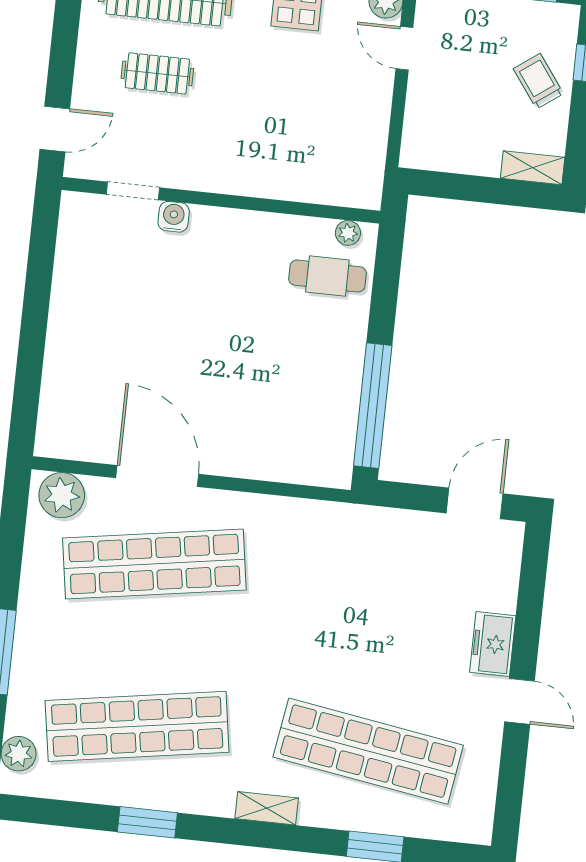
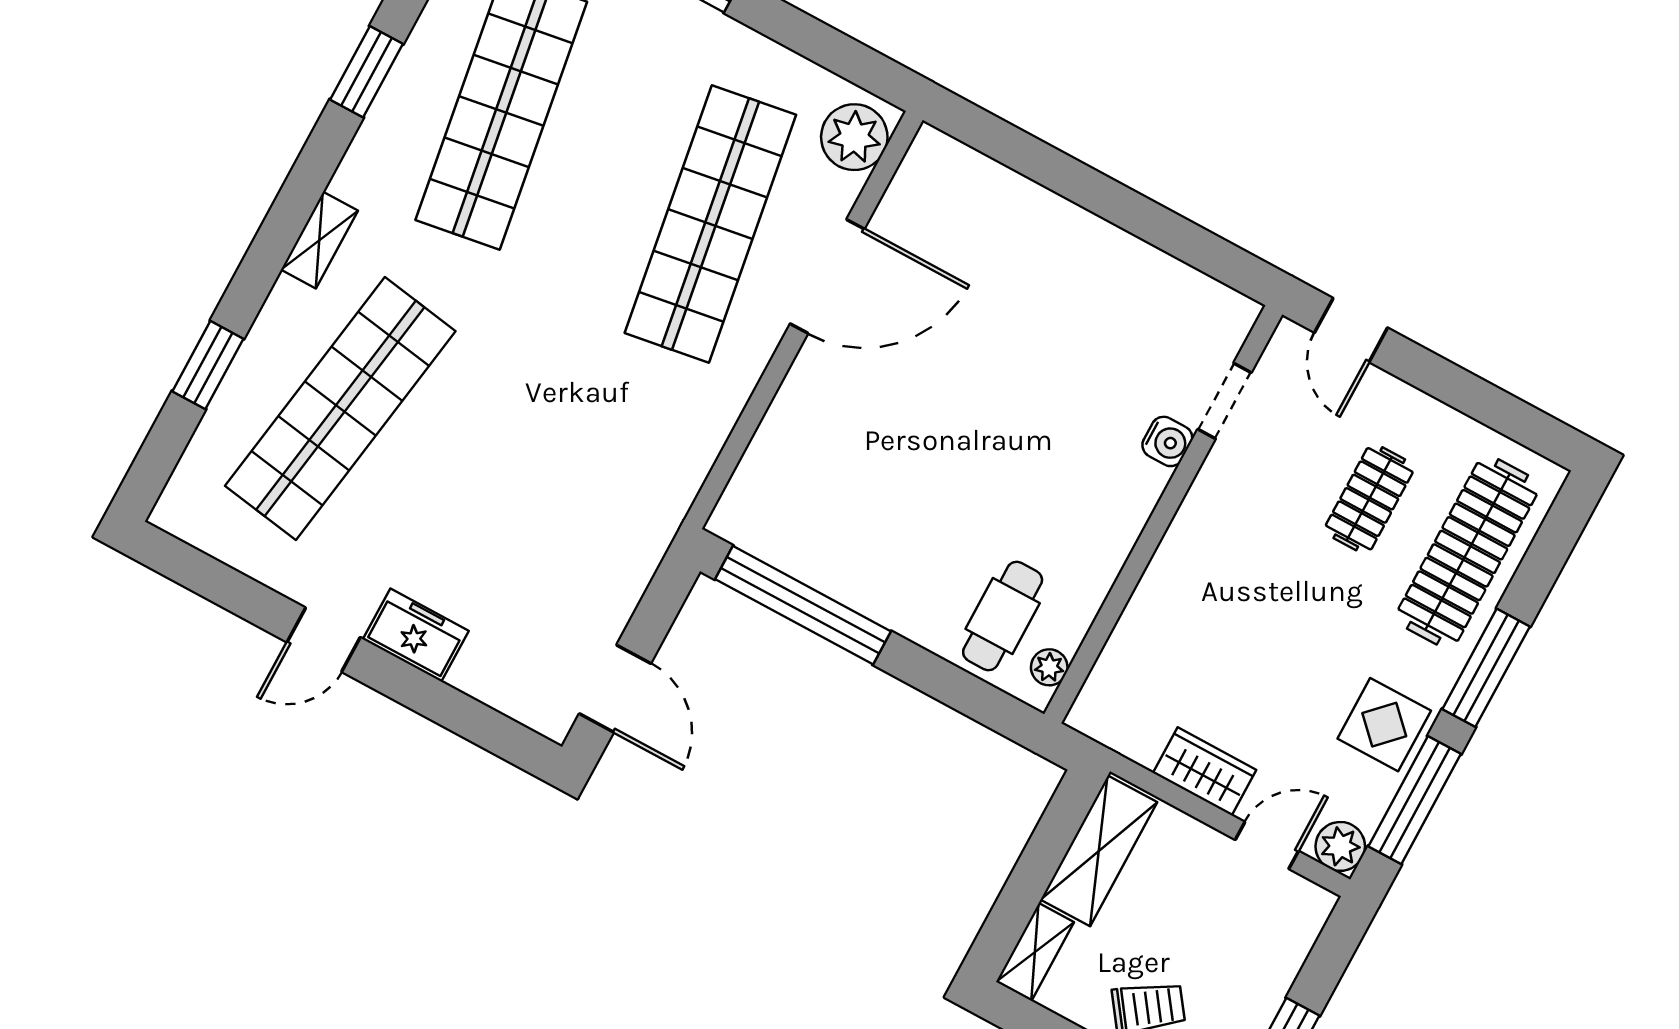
wardrobe: (374, 107) -> (1205, 771), added
shelving: (452, 154) -> (1099, 851), added

